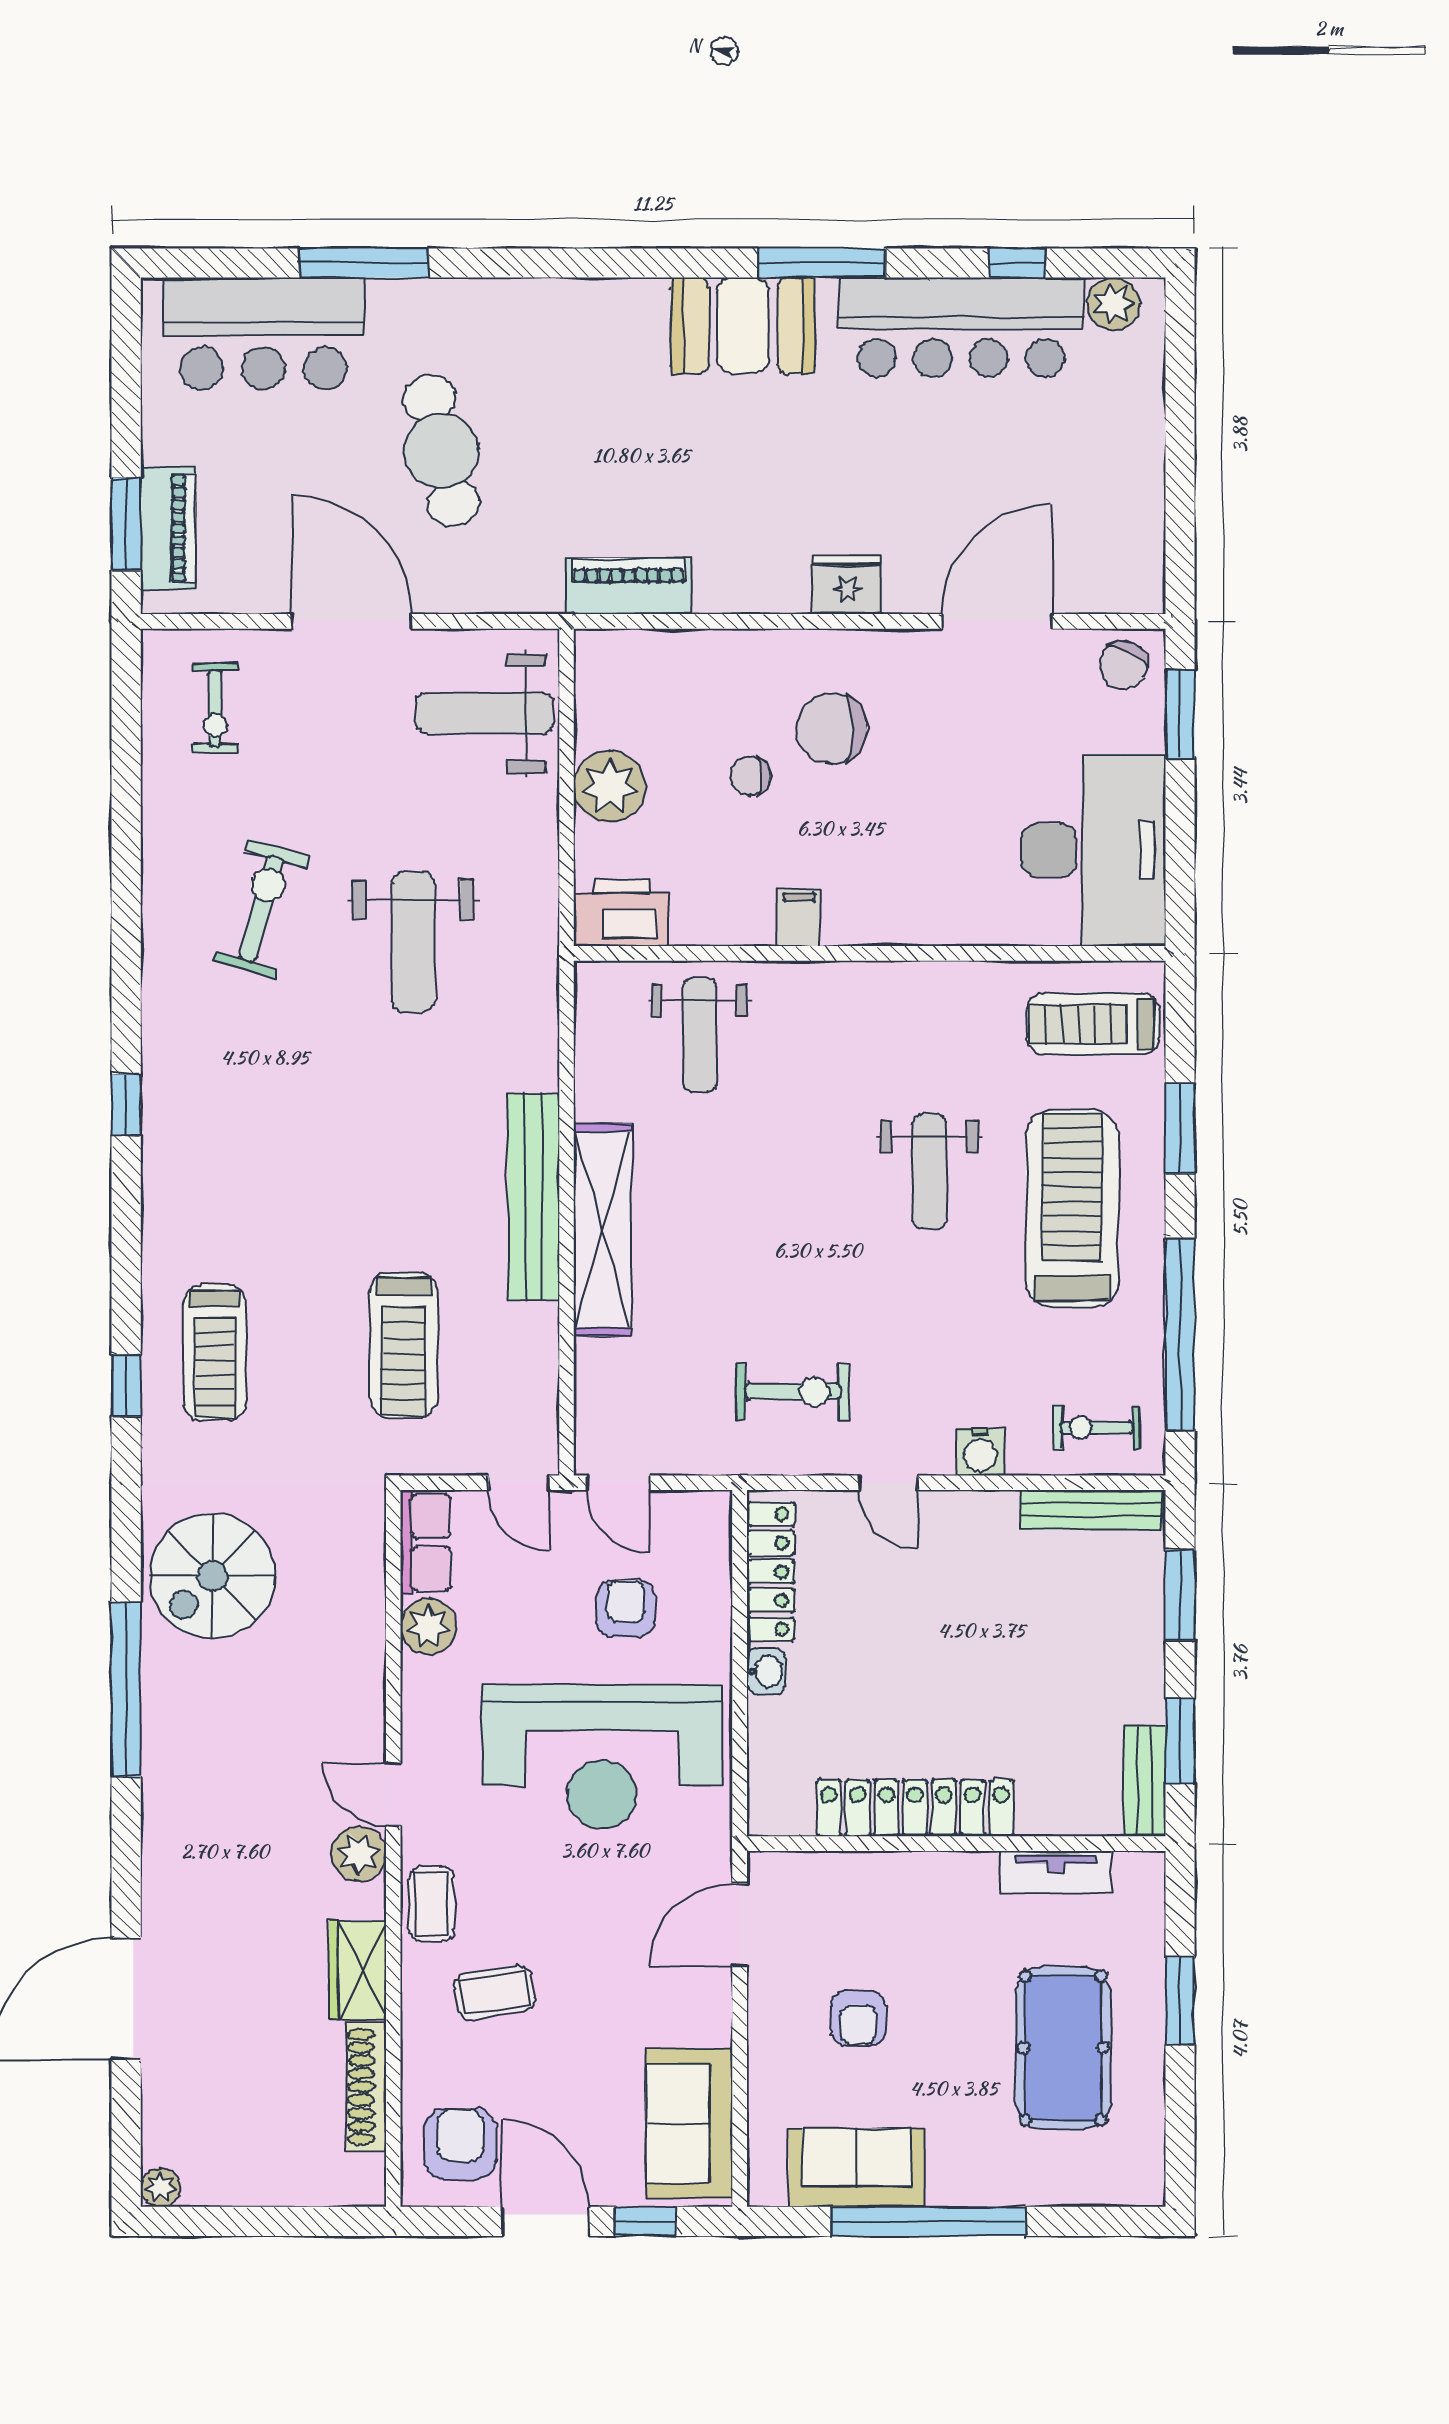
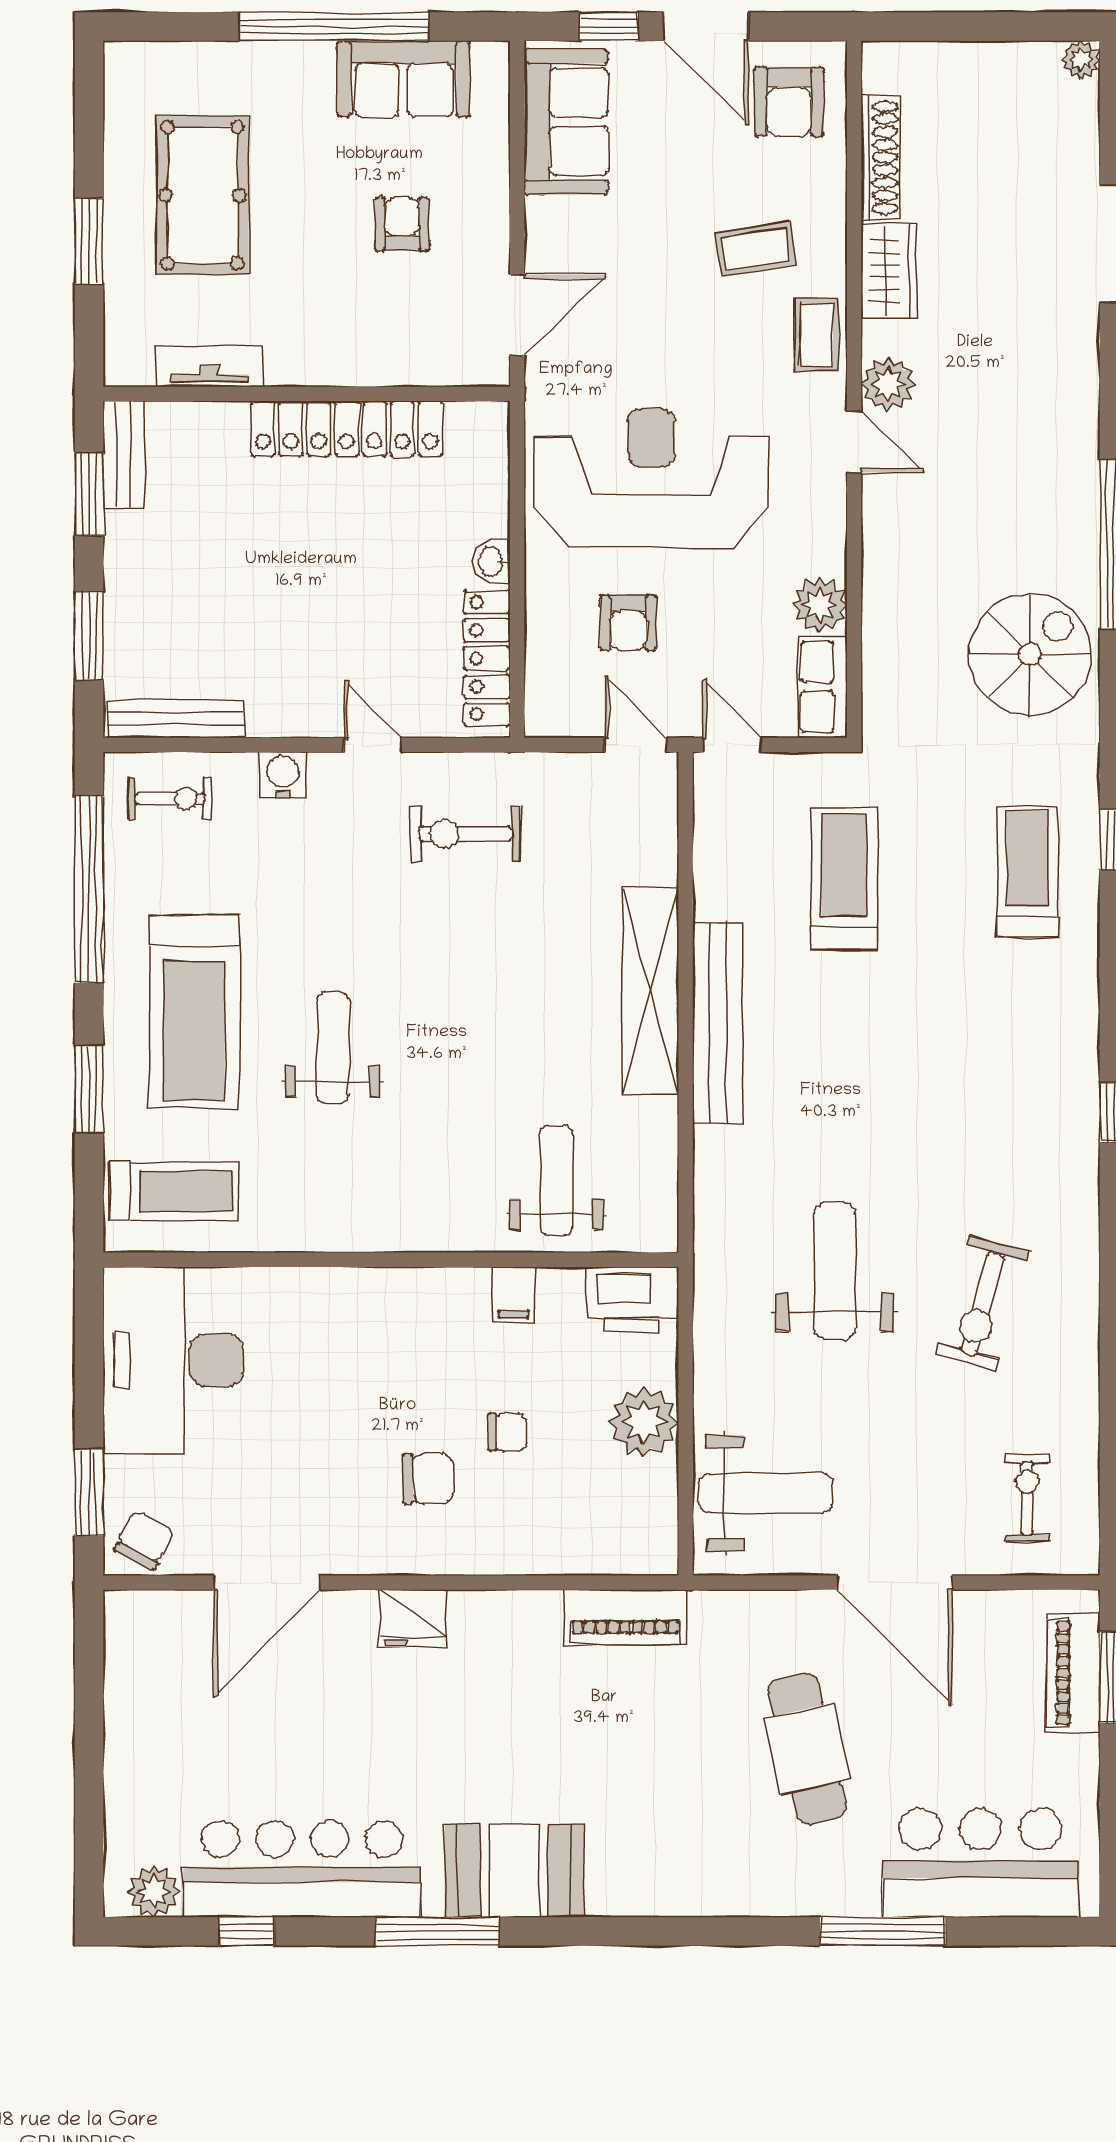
chair: (831, 729) -> (428, 1478), width x0.73, depth x0.73
filing cabinet: (799, 918) -> (514, 1295), moved

